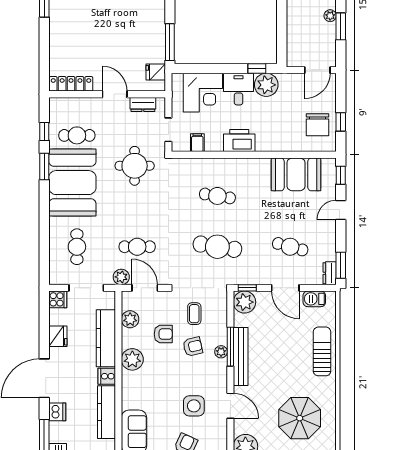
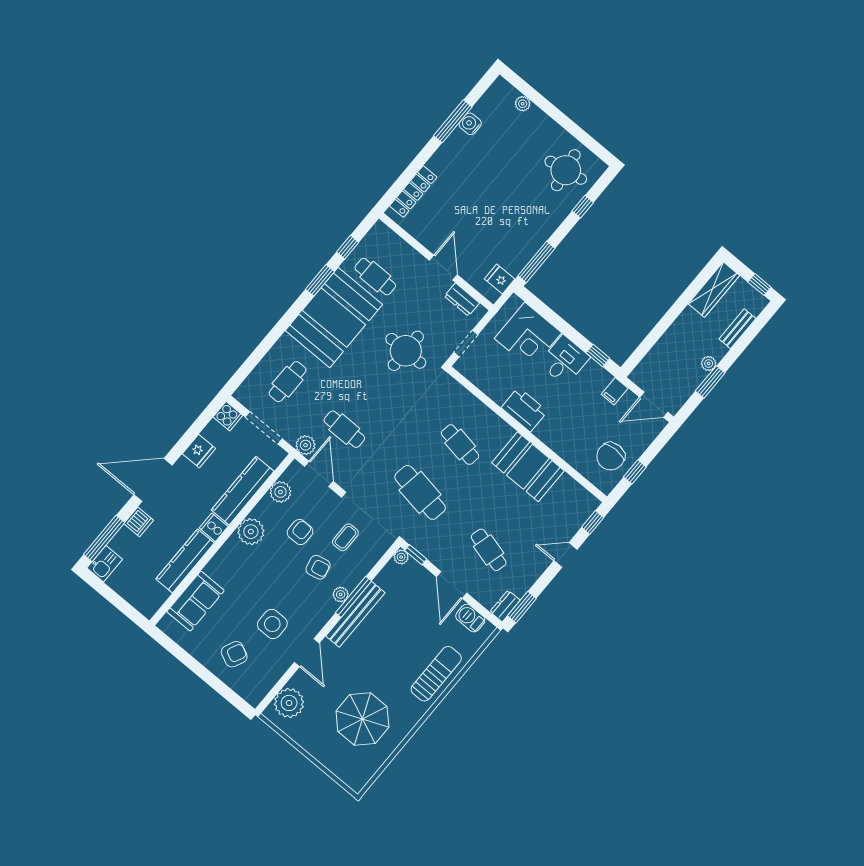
locker: (71, 84) -> (413, 192), moved, turned 90
plant: (266, 85) -> (594, 378), removed
filing cabinet: (197, 143) -> (615, 391), moved, turned 180
booth: (296, 174) -> (528, 467), moved
plant: (244, 302) -> (401, 557), width x0.53, depth x0.53
armchair: (163, 334) -> (300, 532), turned -90

